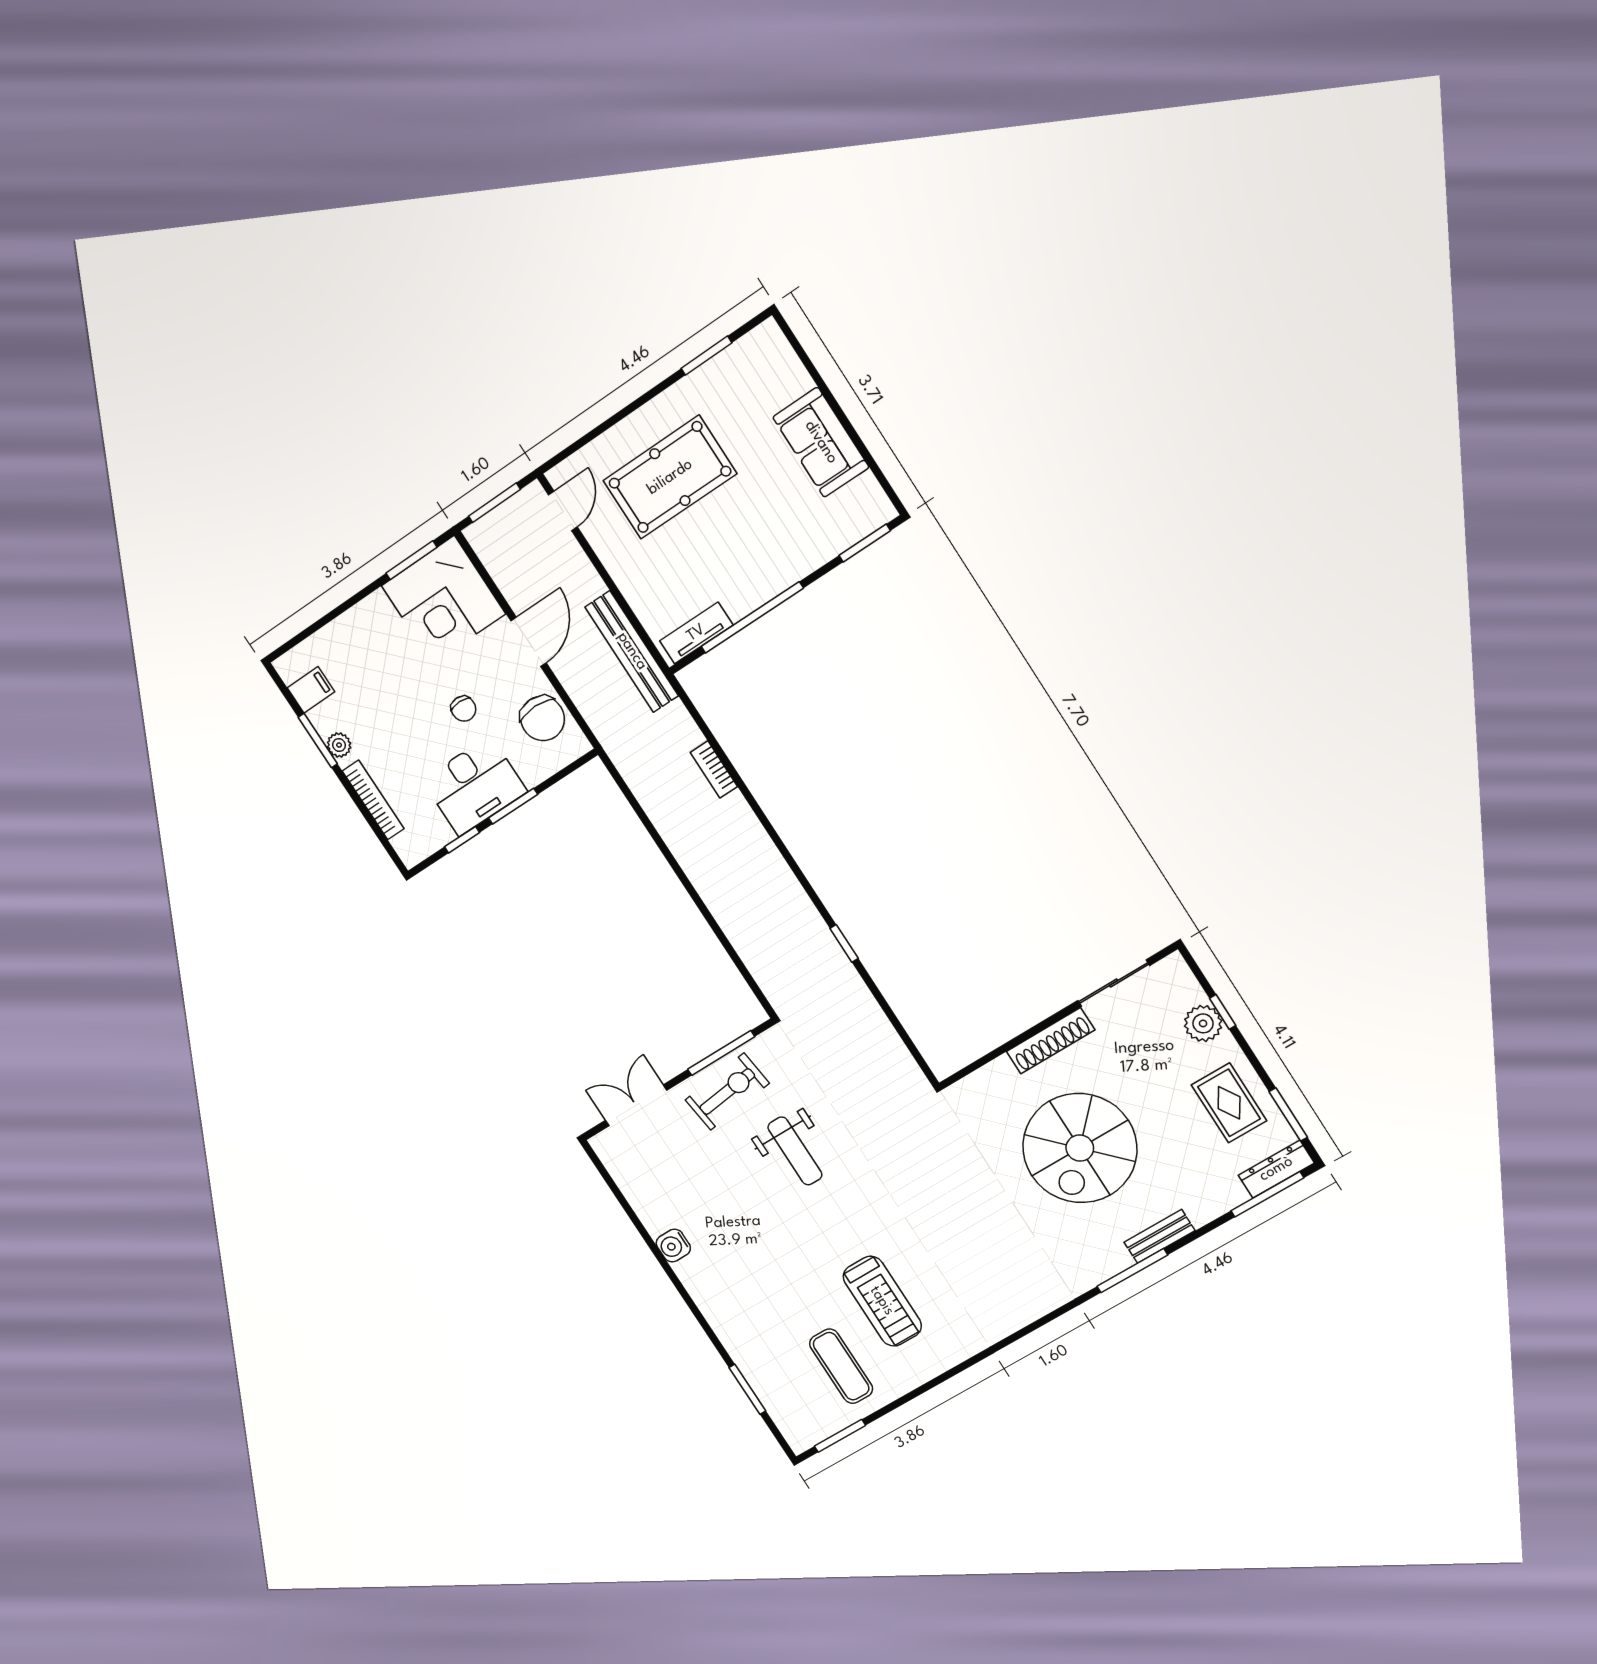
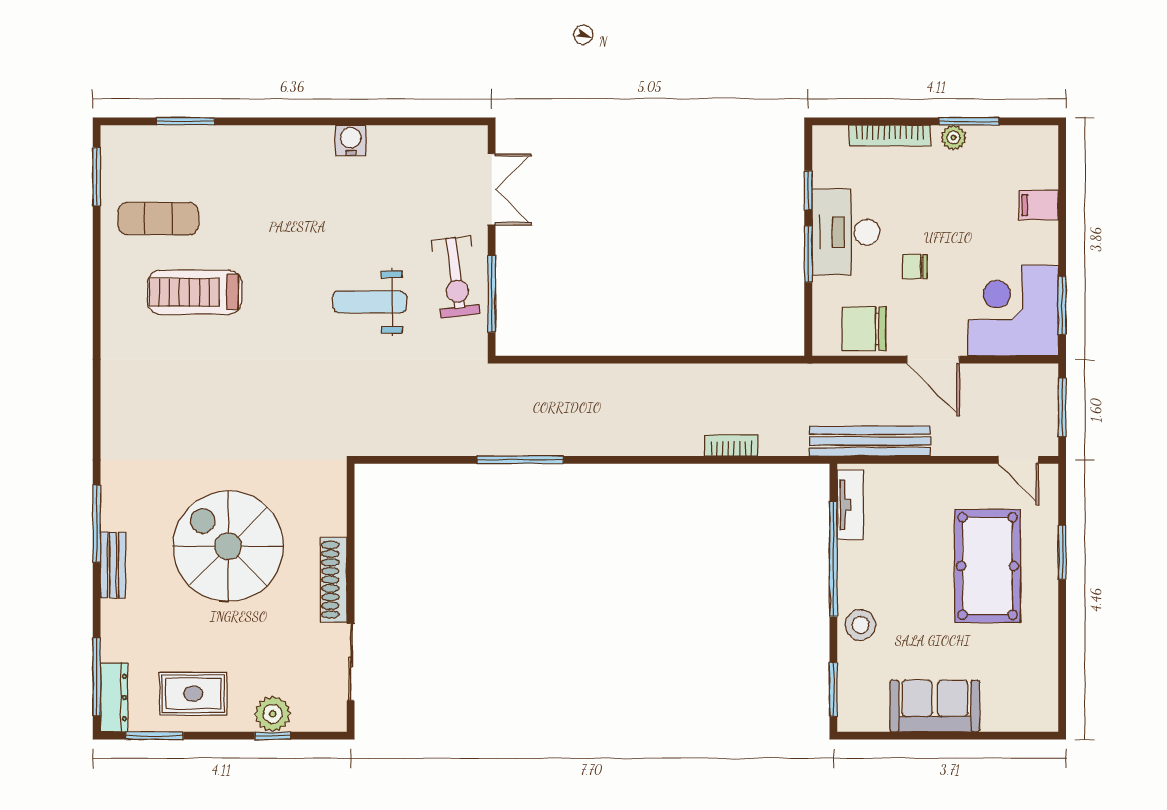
window: (706, 356) -> (1062, 552), moved
stool: (793, 556) -> (860, 625), added
filing cabinet: (311, 690) -> (1039, 205), moved, turned 90
window: (844, 943) -> (520, 460), width x2.17

